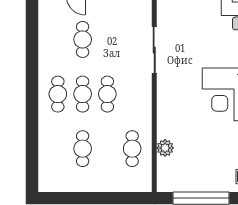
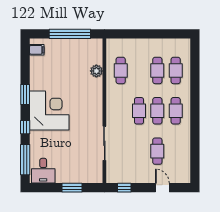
cafe table: (58, 149) -> (176, 70), added

